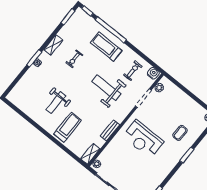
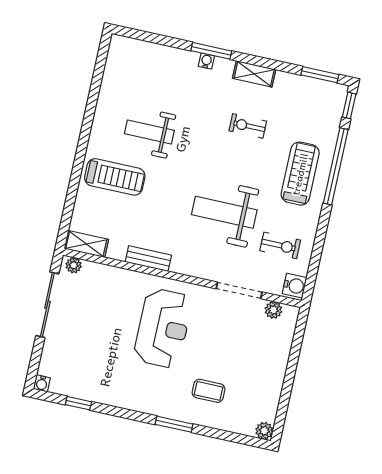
weight bench: (106, 88) -> (224, 212), turned -90
reception desk: (143, 139) -> (163, 328), turned 180

